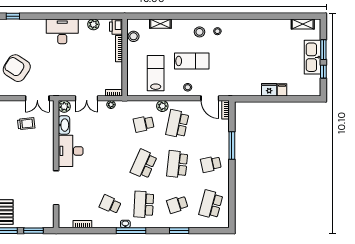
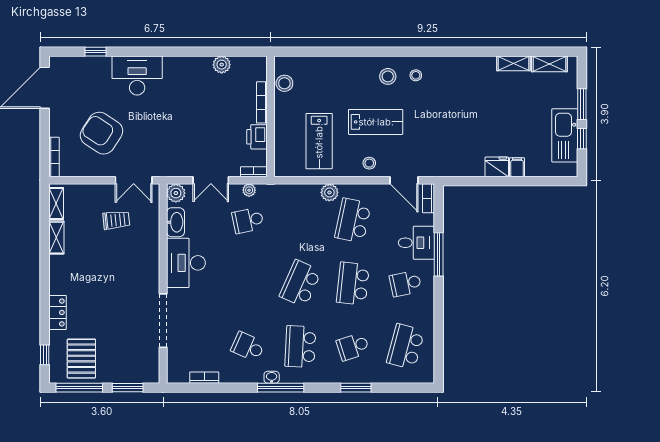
shelving: (160, 24) -> (514, 63), moved
printer: (116, 27) -> (257, 137), moved
desk: (62, 31) -> (137, 75), moved
kitchen sink: (312, 57) -> (565, 135), moved
lab bench: (156, 73) -> (319, 141), turned 180
school desk: (144, 124) -> (248, 220), moved
desk: (218, 138) -> (416, 243), added

